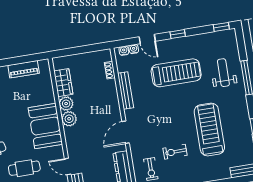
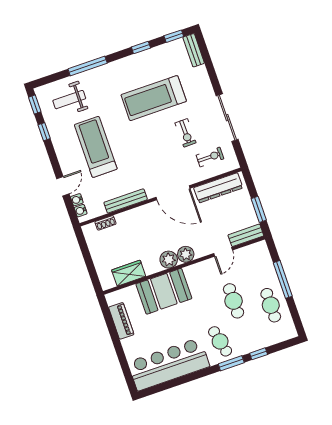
window: (178, 34) -> (44, 132), moved
weight bench: (223, 73) -> (69, 100), moved
plant: (66, 104) -> (186, 254), moved
booth: (45, 126) -> (164, 291), moved
door: (126, 132) -> (173, 193), width x1.36

